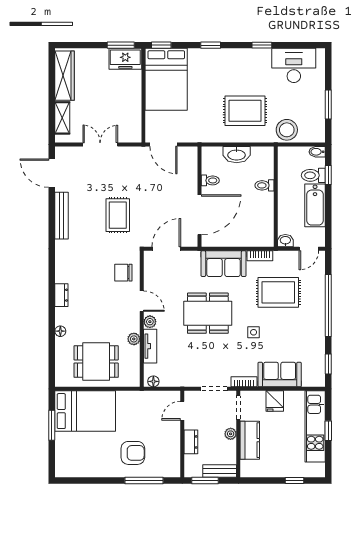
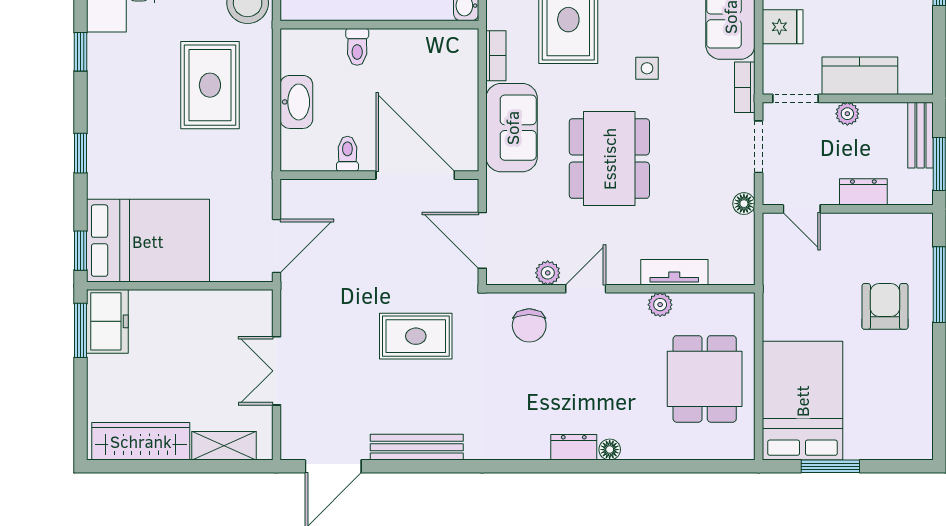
plant: (150, 322) -> (548, 273), moved
floor lamp: (60, 331) -> (610, 450), moved
floor lamp: (153, 381) -> (744, 204), moved

